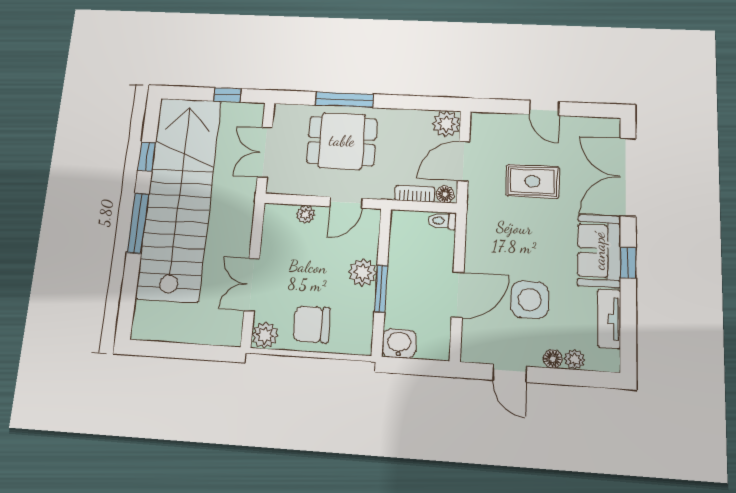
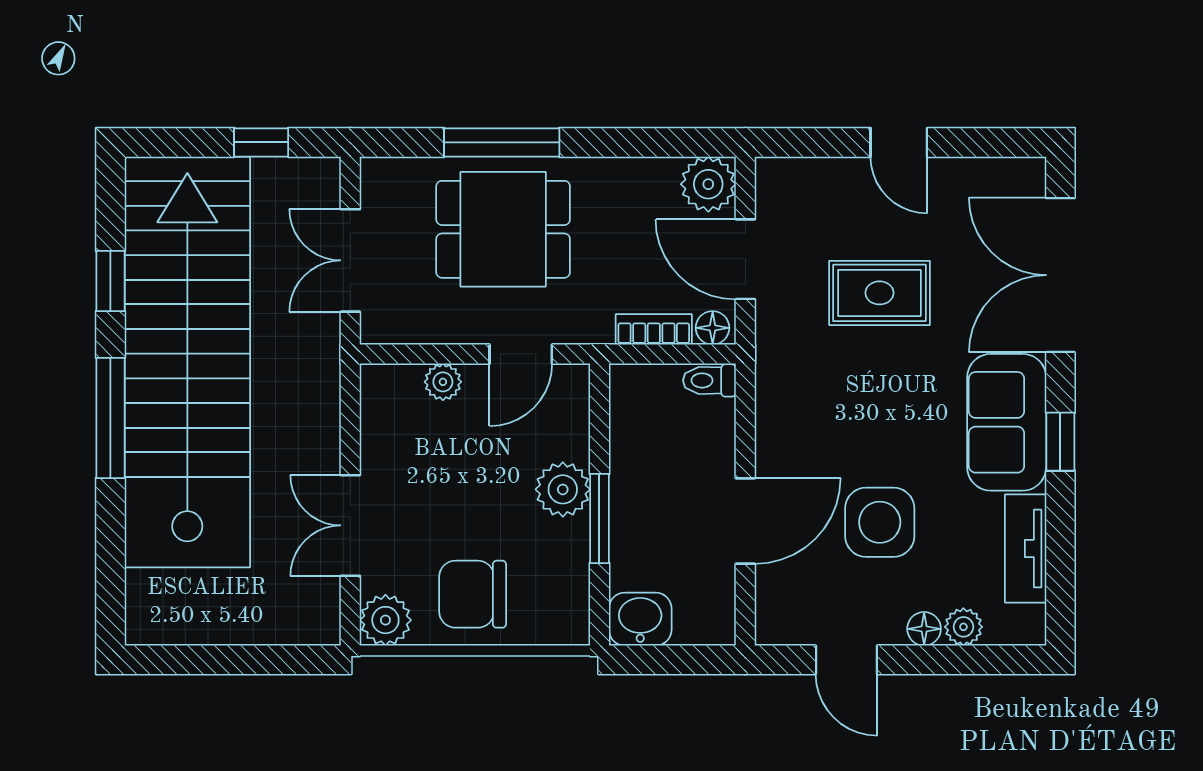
door: (464, 161) -> (745, 259), hinge flipped

